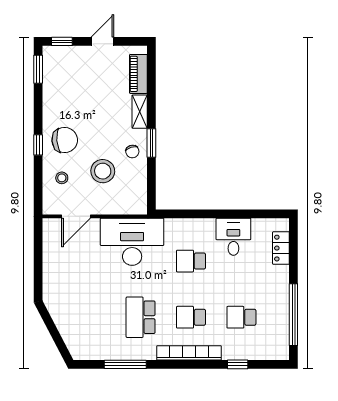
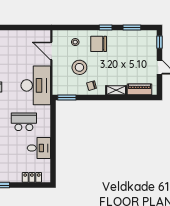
window: (38, 69) -> (132, 27), moved
chair: (65, 140) -> (99, 44), turned 95
window: (151, 143) -> (67, 97), moved
window: (38, 145) -> (106, 27), moved
school desk: (191, 261) -> (24, 122), width x1.85

